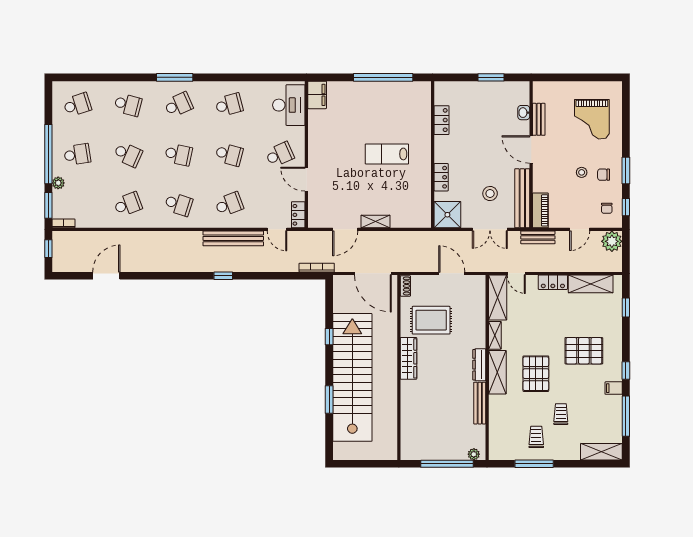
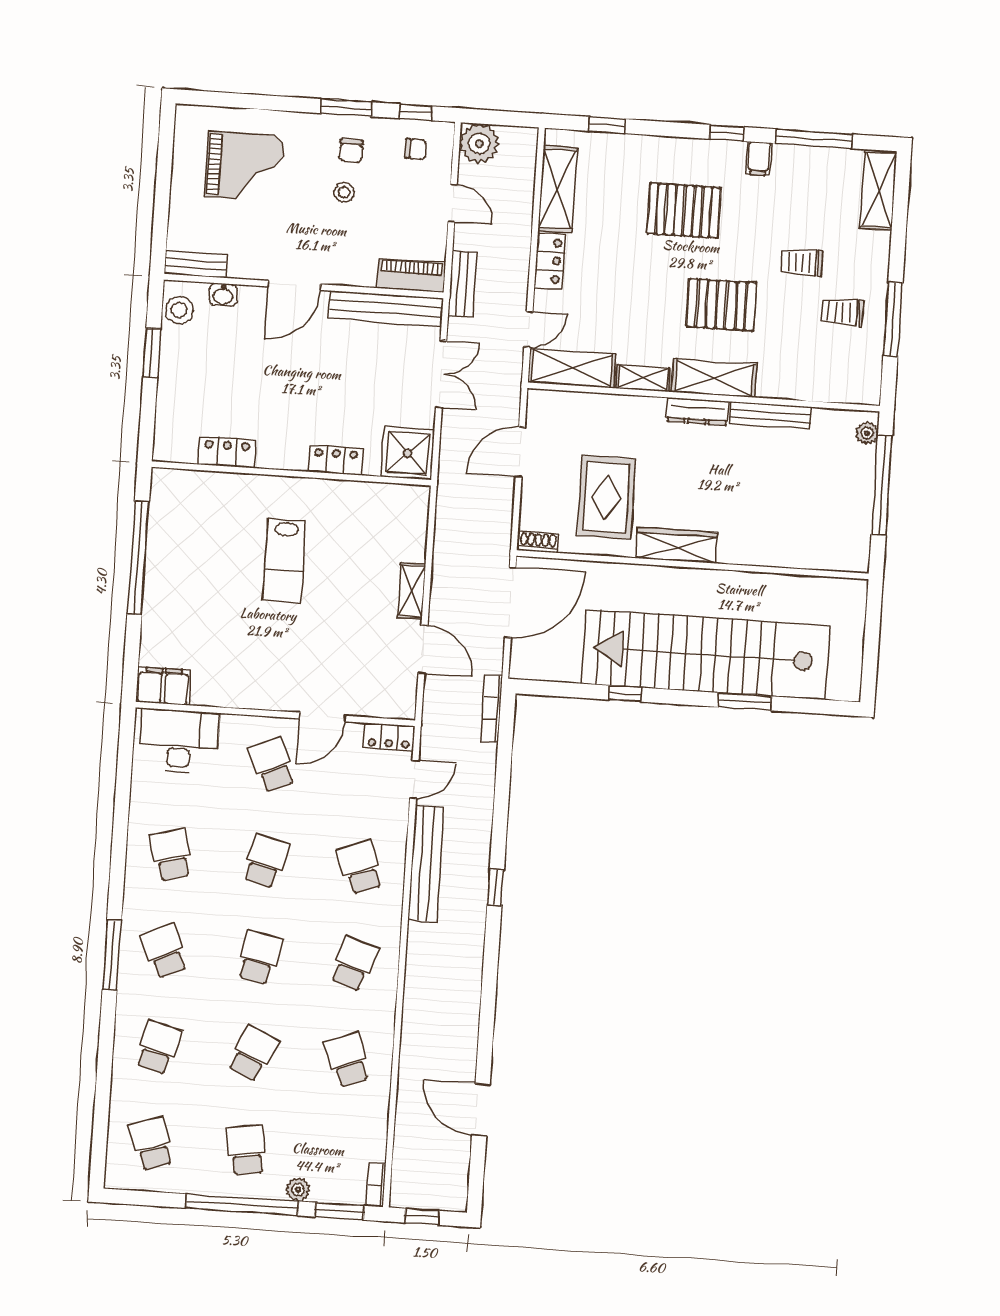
bench: (539, 119) -> (196, 264), moved
stool: (490, 193) -> (179, 310), moved
pallet: (584, 351) -> (684, 211), turned 90

